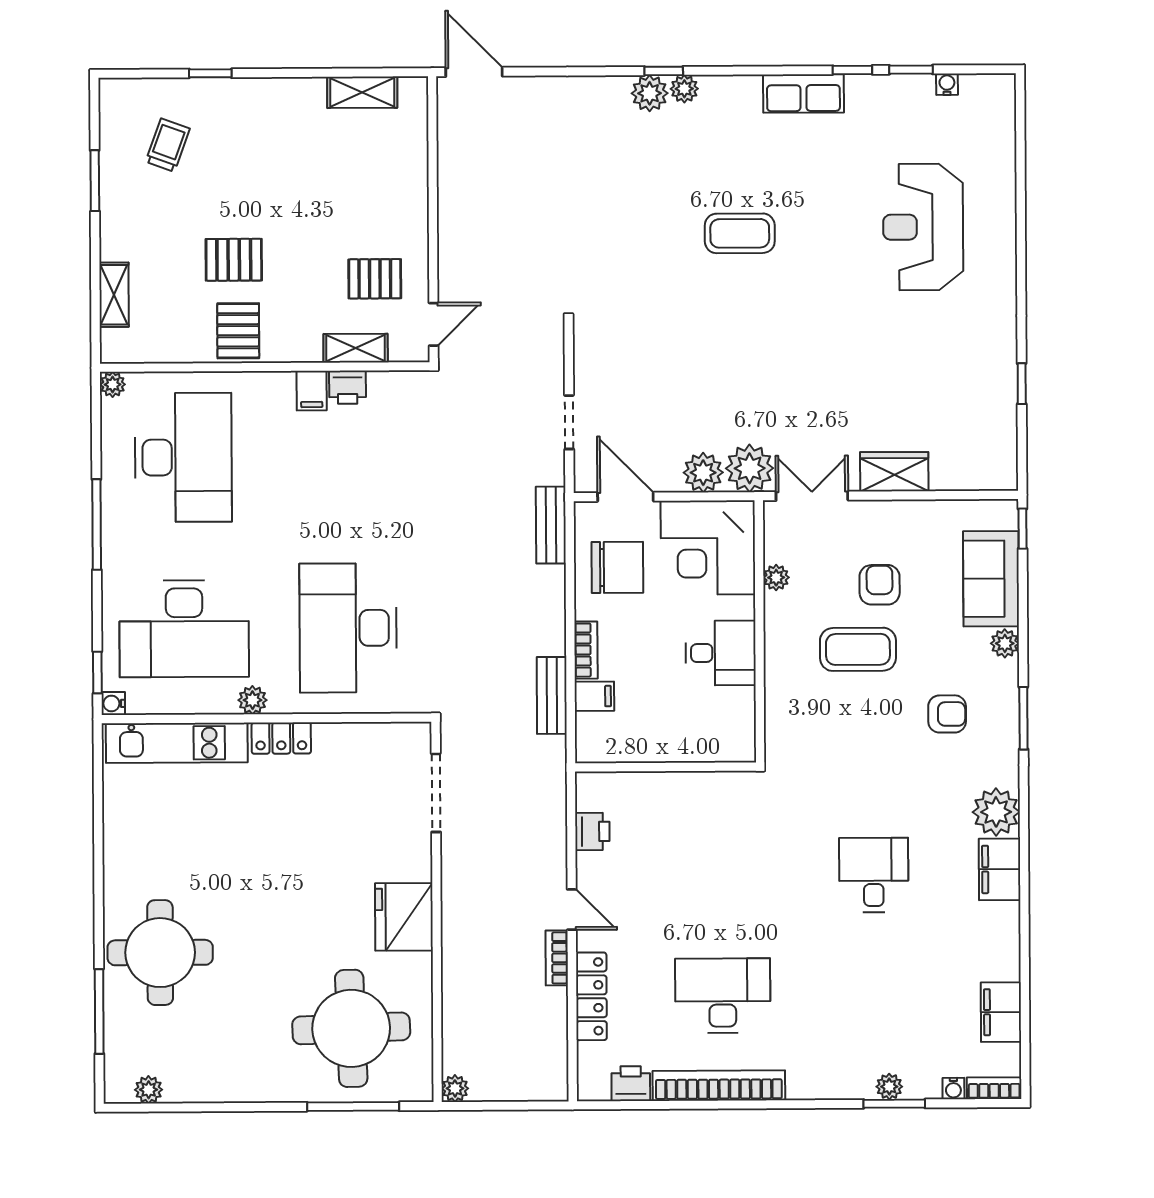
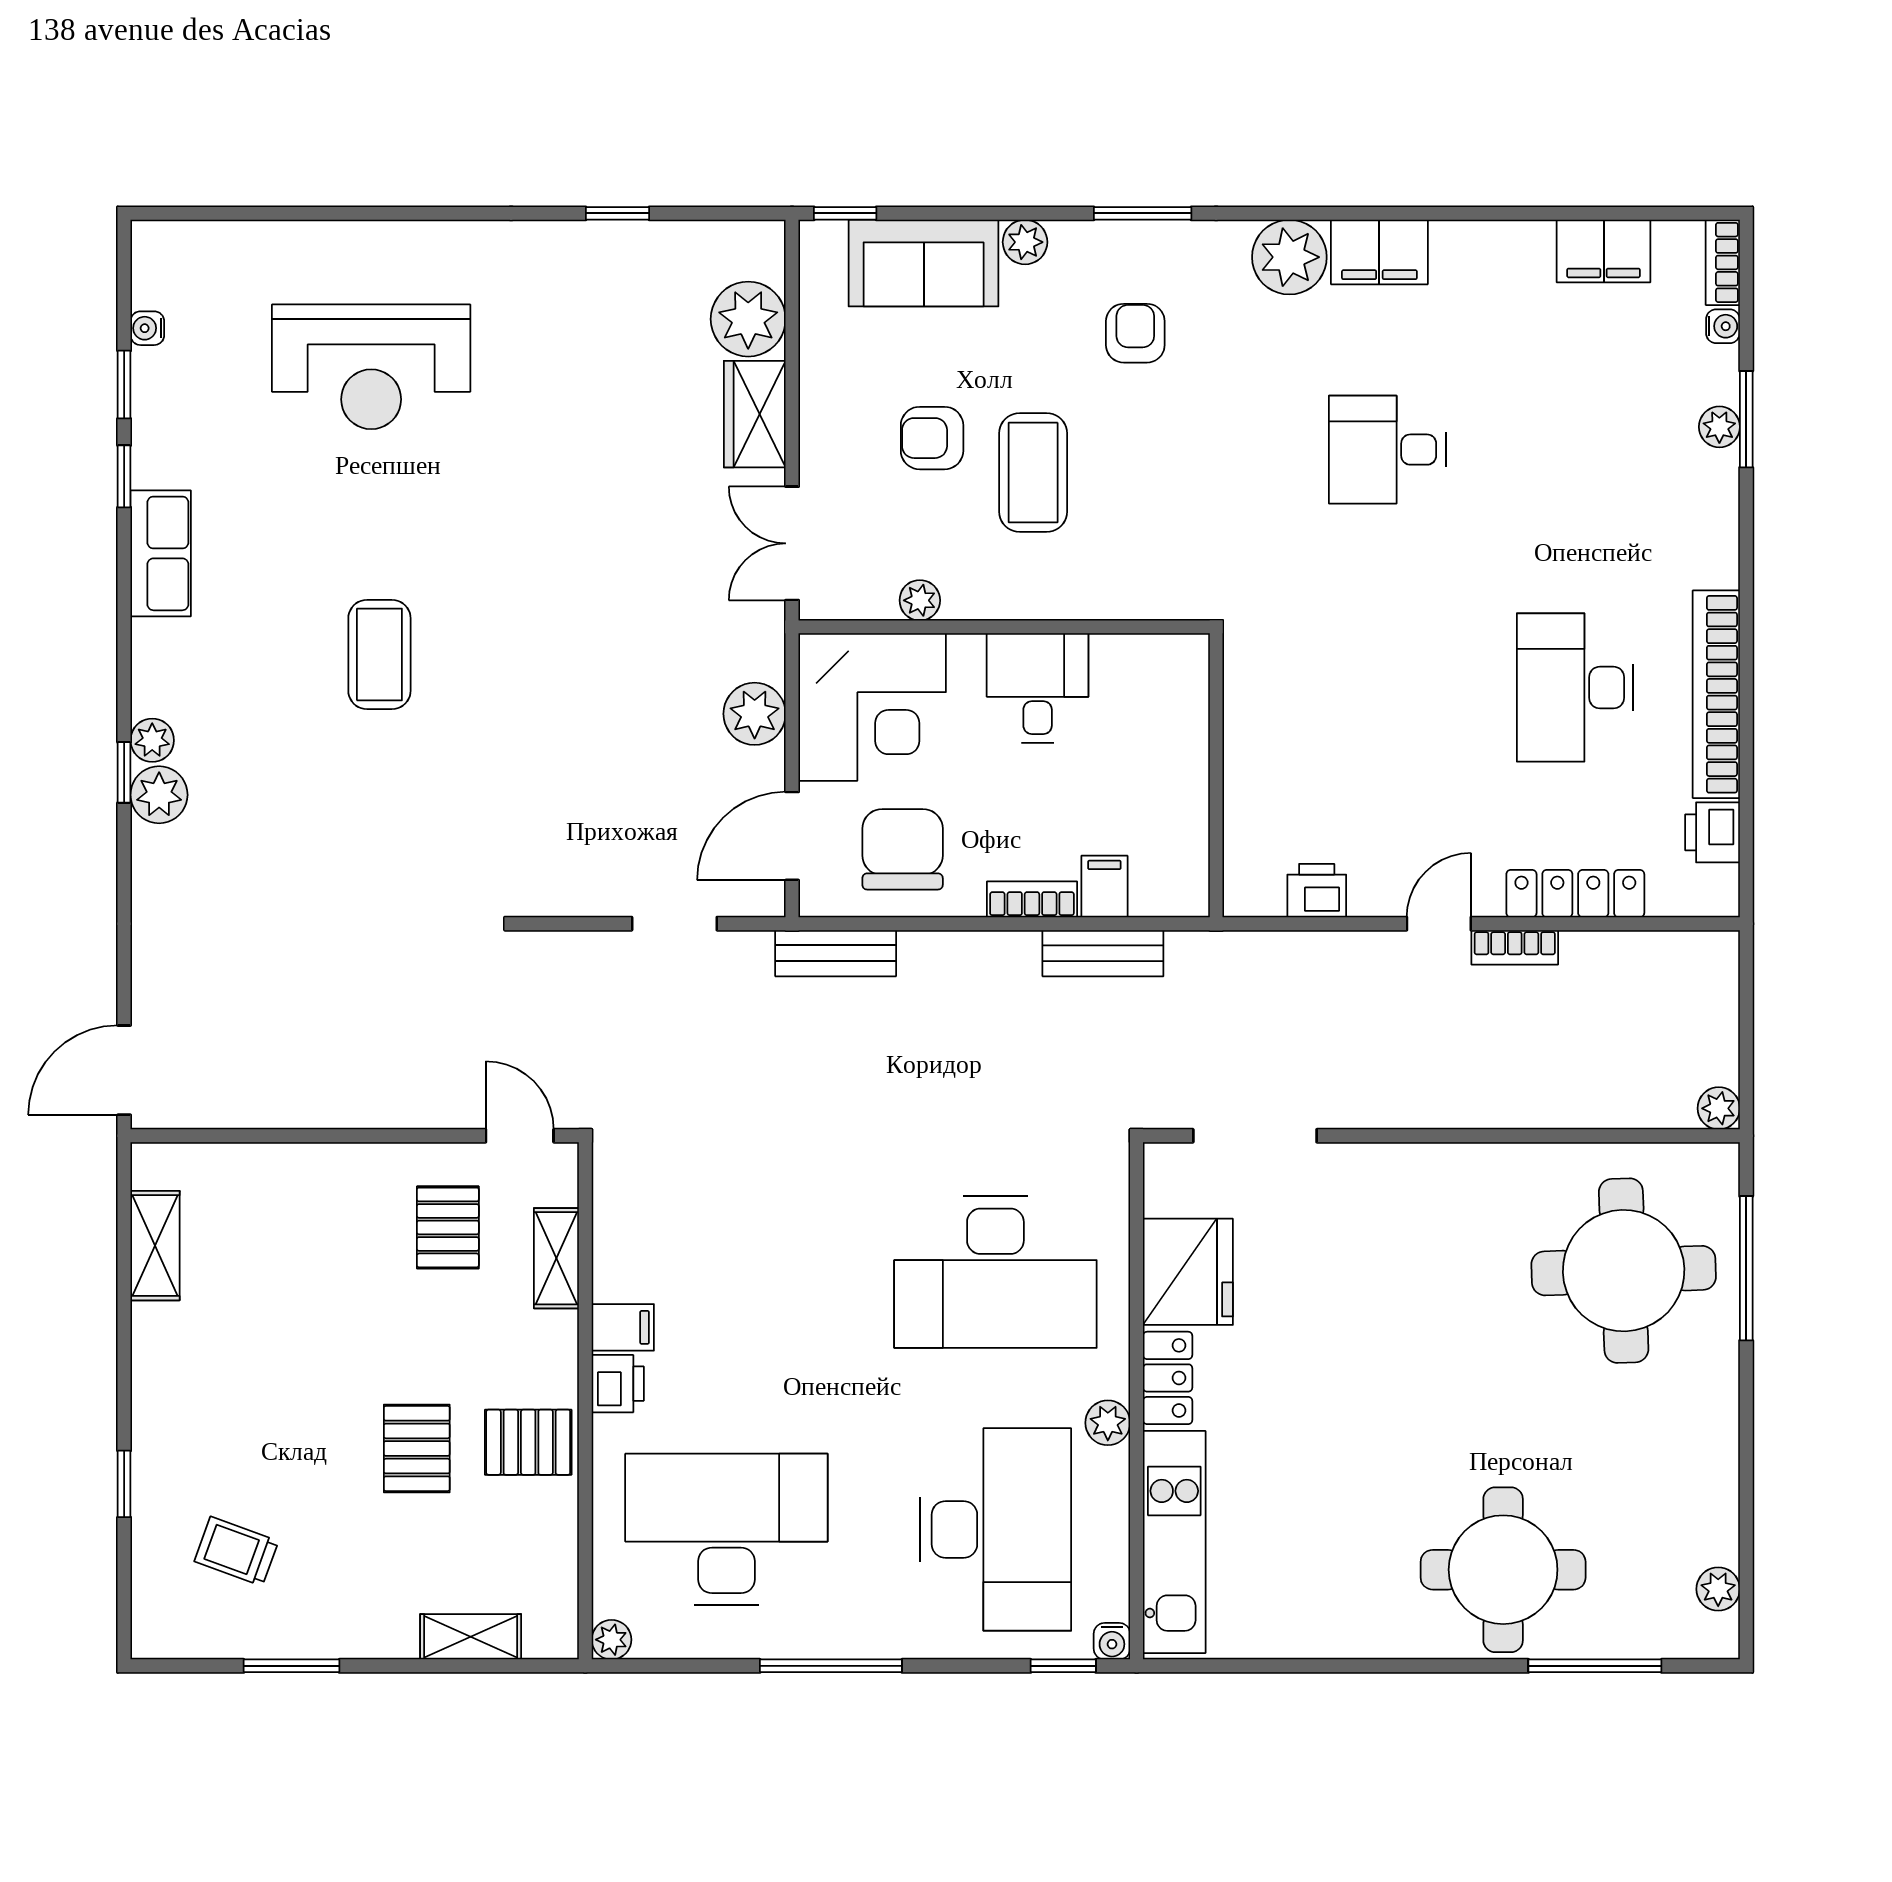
printer: (348, 387) -> (618, 1384), moved
plant: (750, 468) -> (748, 319), moved
fridge: (404, 917) -> (1188, 1272), moved, turned -90

